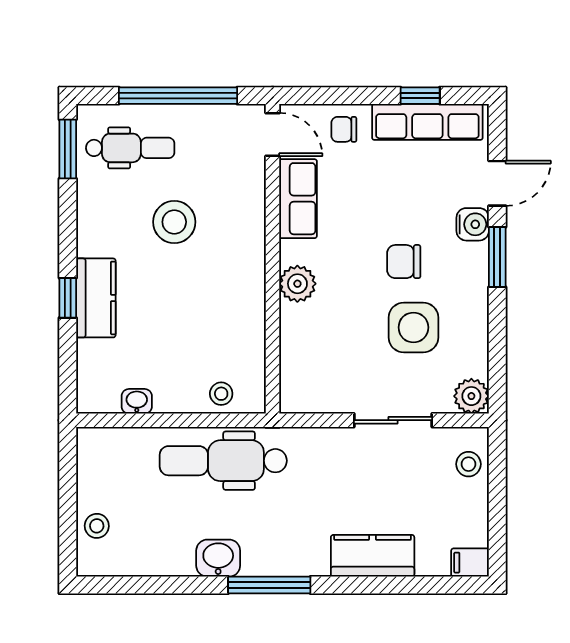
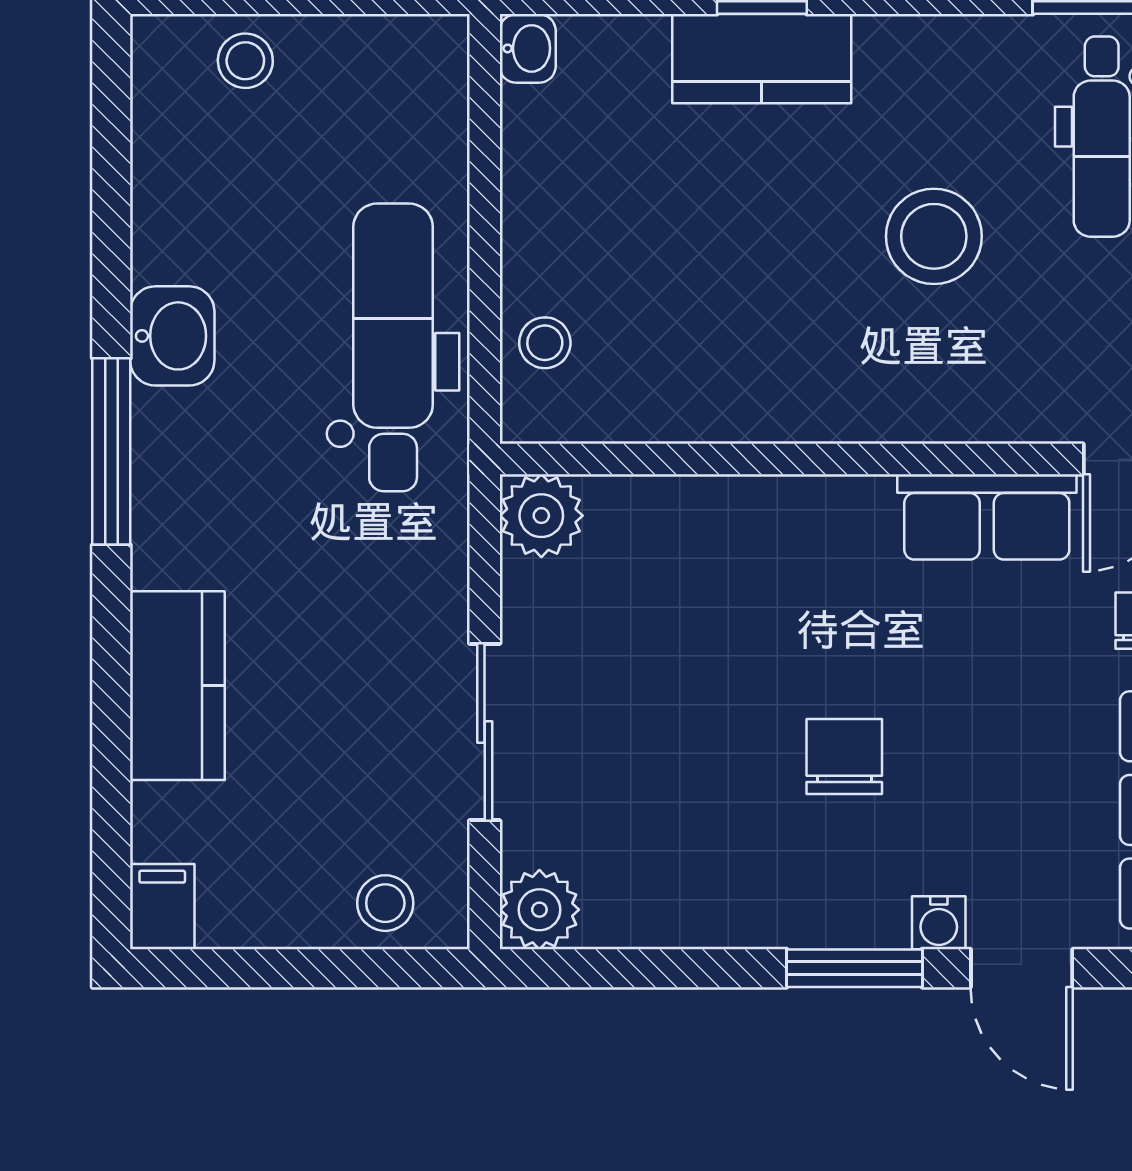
water cooler: (473, 224) -> (939, 923), width x0.72, depth x0.72
plant: (297, 284) -> (541, 516), moved
side table: (413, 327) -> (695, 778), removed
washbasin: (137, 401) -> (528, 48), moved

